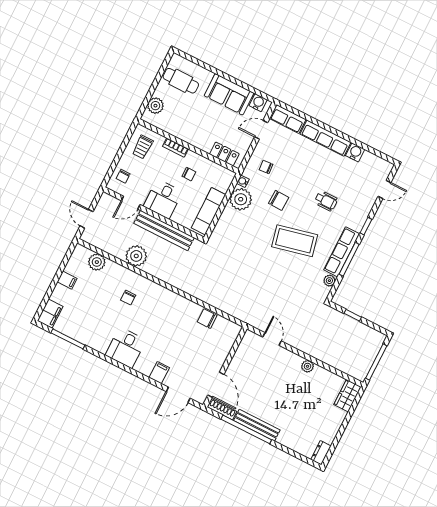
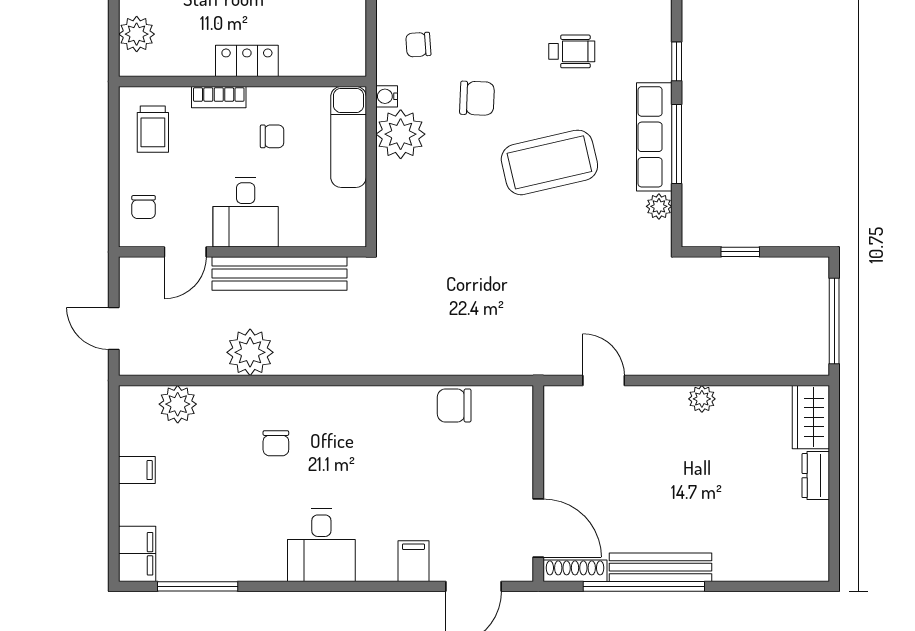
locker: (224, 154) -> (247, 61), moved
exam couch: (208, 211) -> (349, 137), moved
dresser: (321, 453) -> (816, 476), moved

